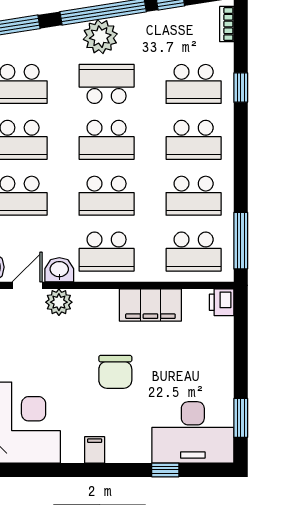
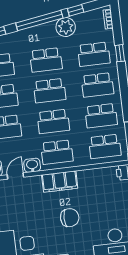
plant: (100, 37) -> (66, 27), moved
school desk: (107, 84) -> (46, 60), turned 180
plant: (59, 302) -> (34, 183), removed
filing cabinet: (150, 305) -> (60, 182), moved
chair: (115, 372) -> (70, 218), turned -90

